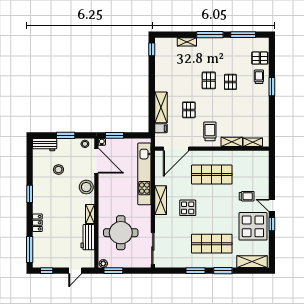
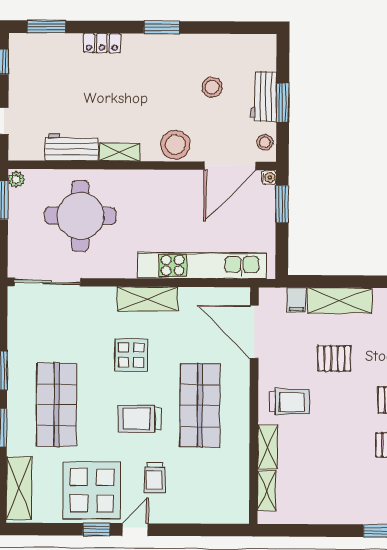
workbench: (45, 145) -> (264, 97), moved
trolley: (218, 204) -> (140, 419), added
window: (30, 249) -> (46, 27), width x0.69

